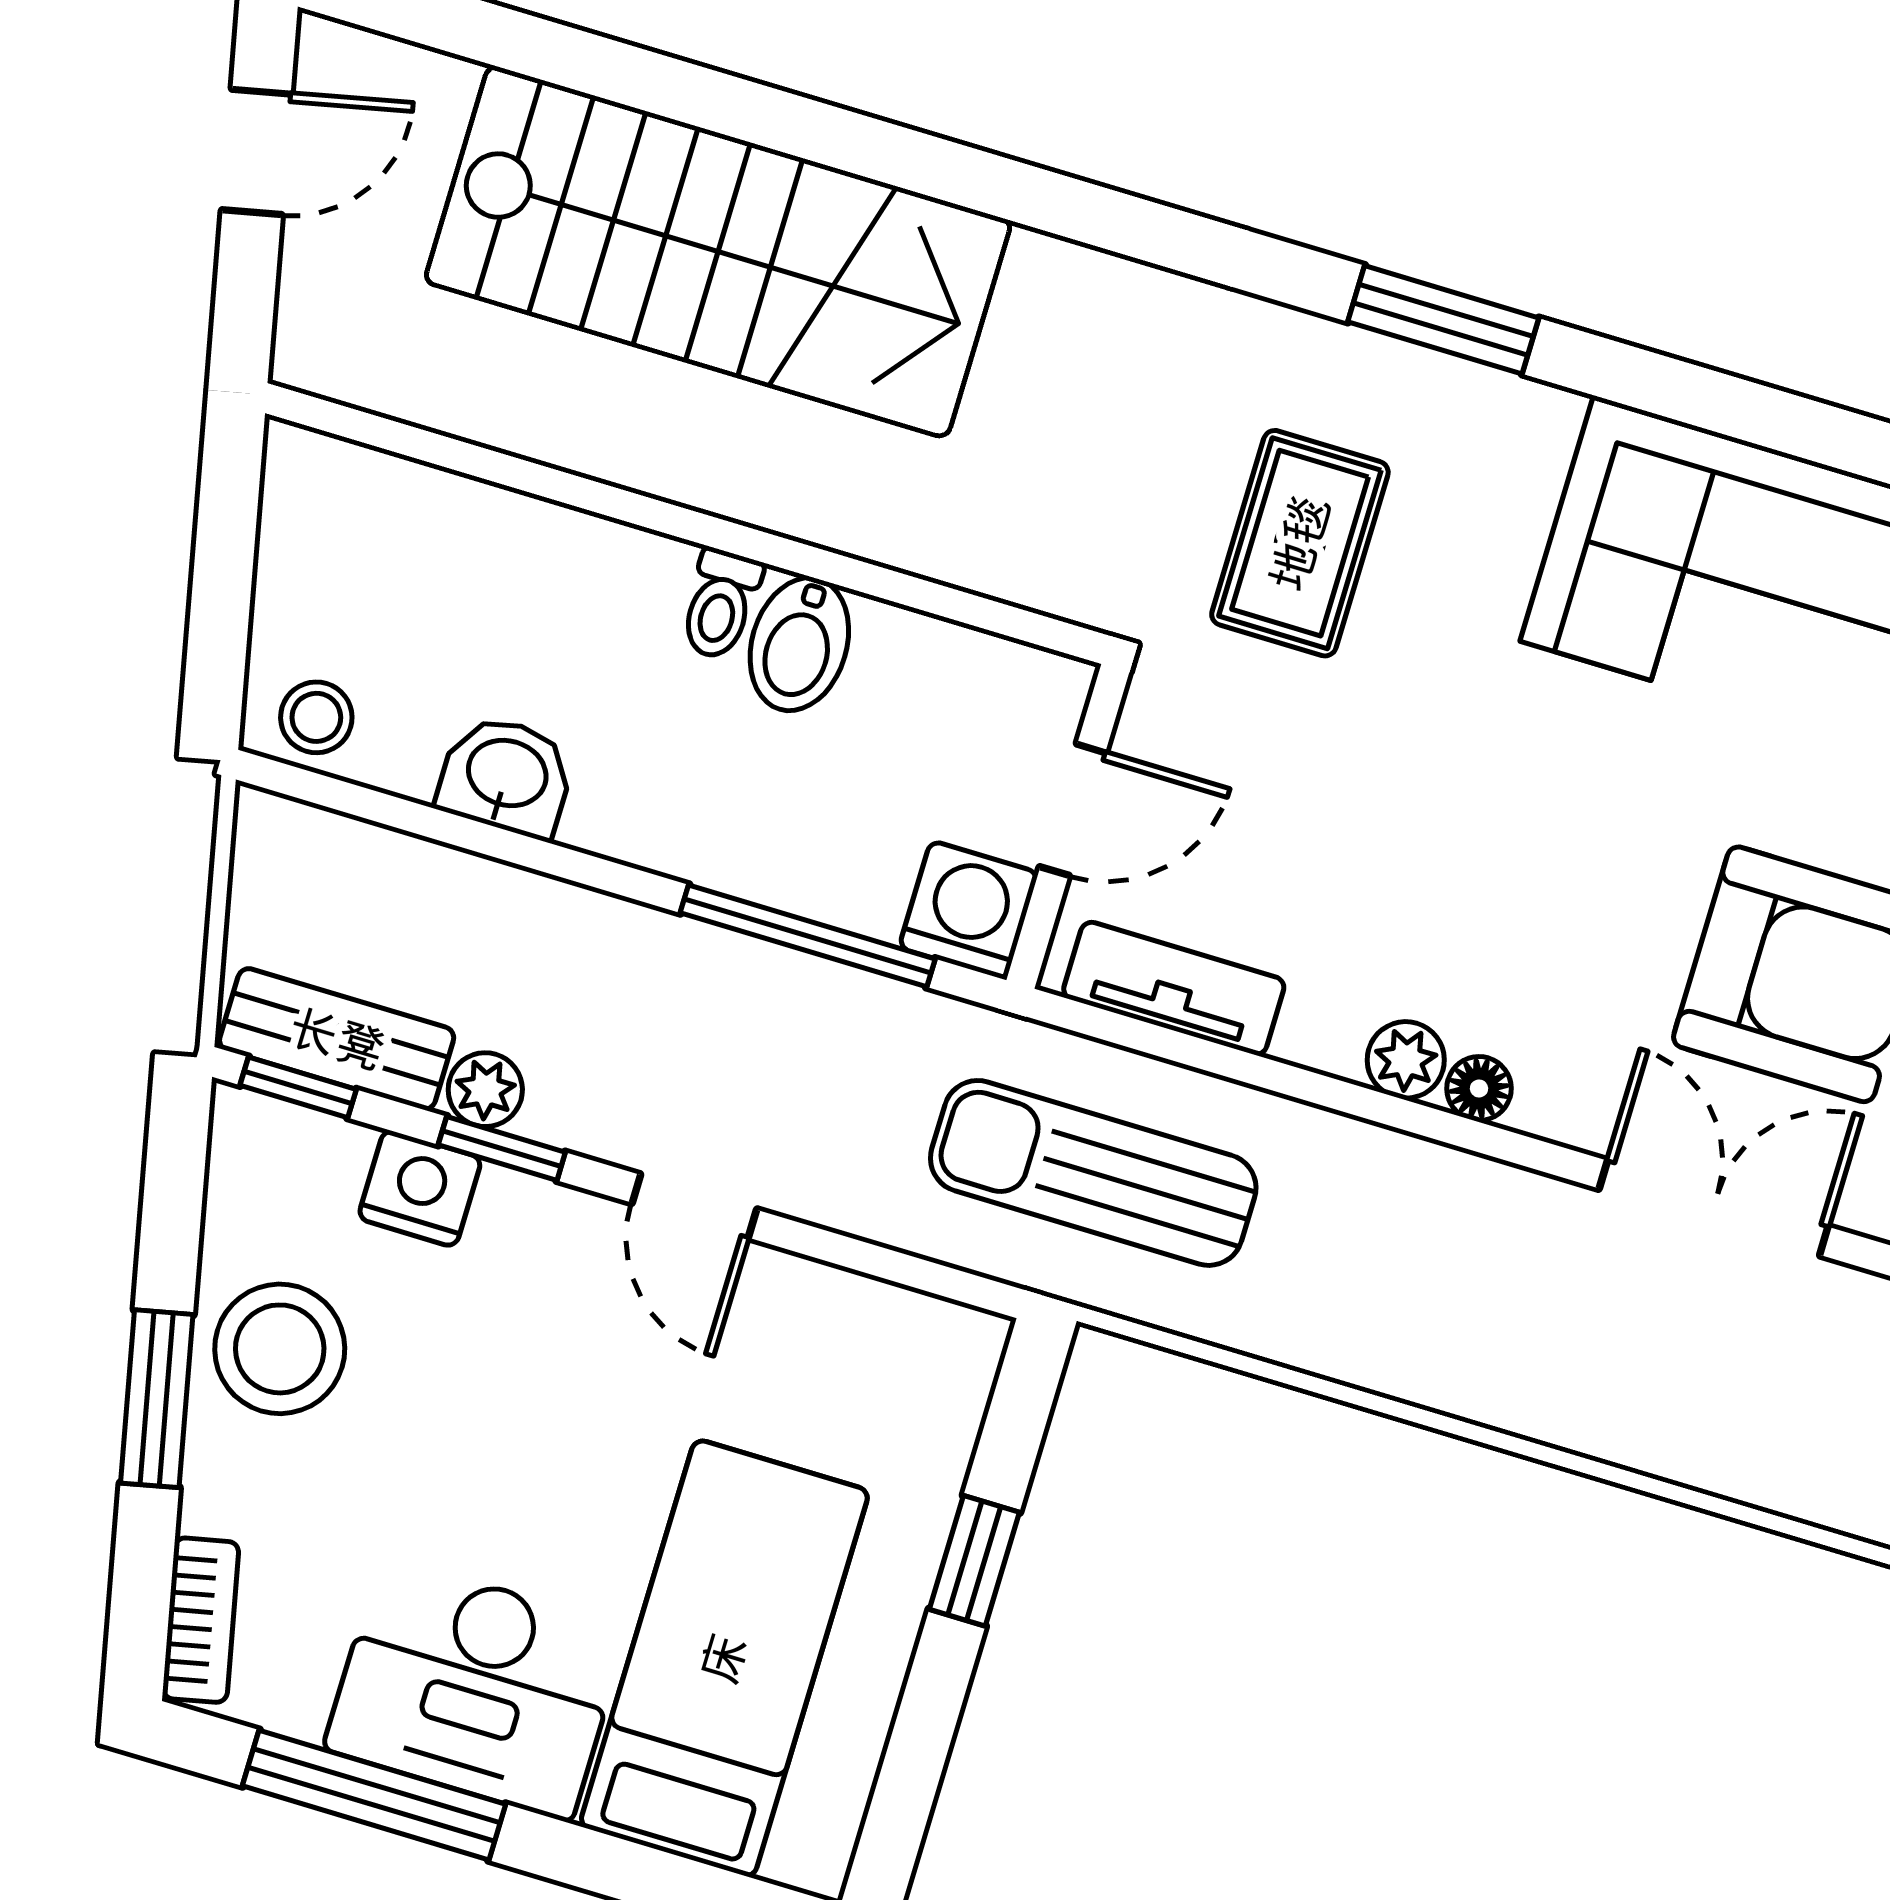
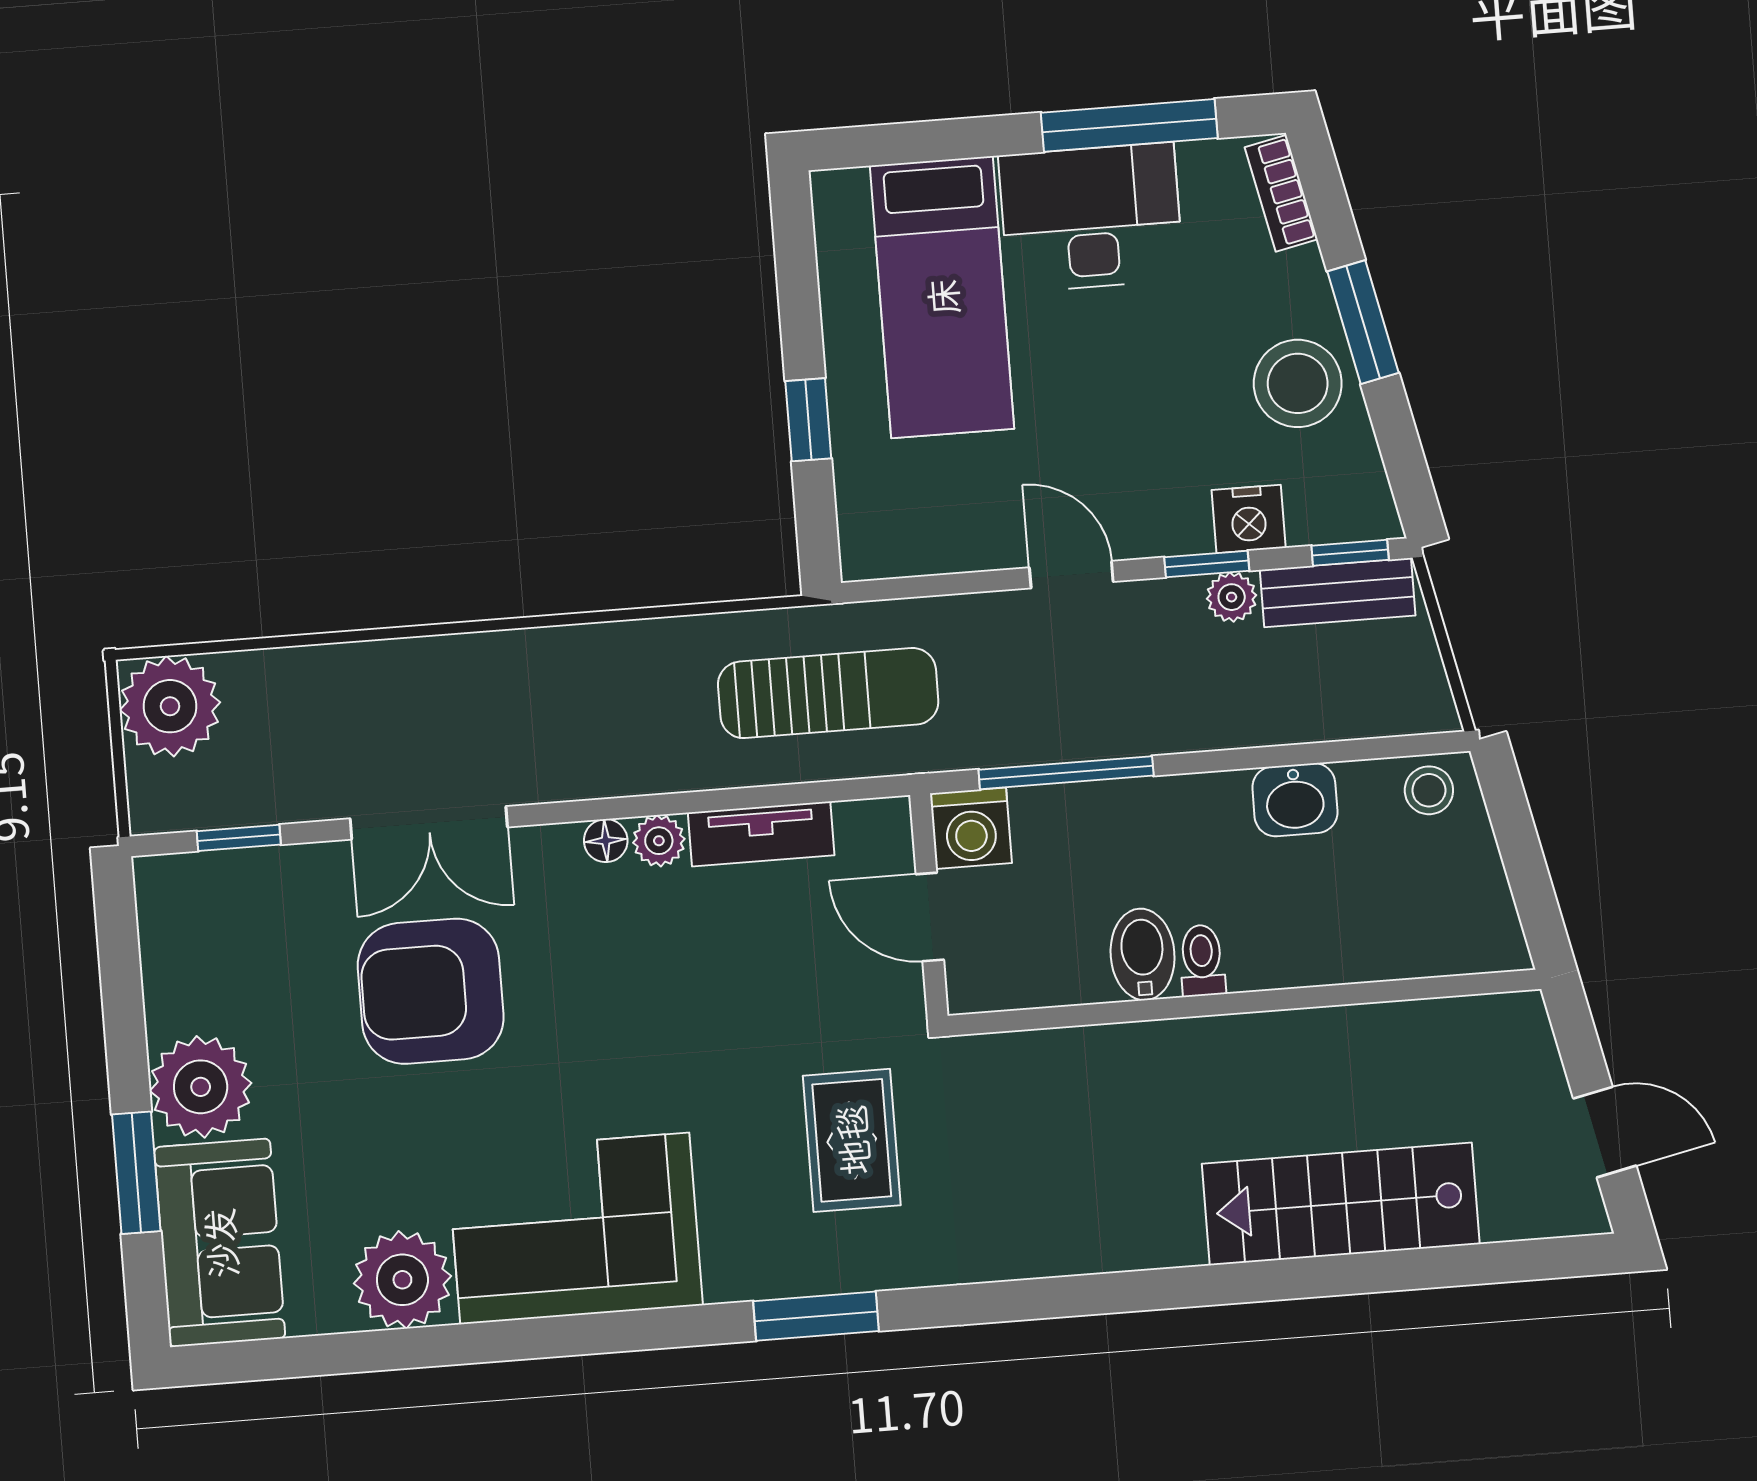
door: (257, 152) -> (1605, 1132), swing flipped
stairs: (718, 251) -> (1341, 1204), width x0.73, depth x0.66
door: (1073, 810) -> (930, 917), hinge flipped
tv unit: (1174, 988) -> (761, 834), moved

